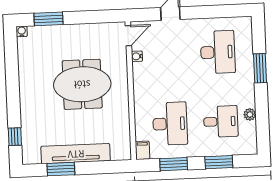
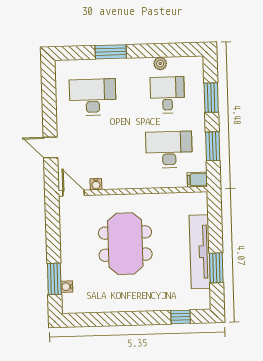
water cooler: (22, 31) -> (67, 287), moved

